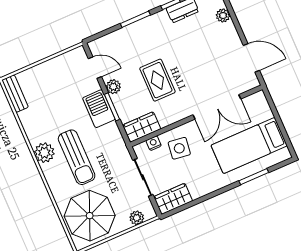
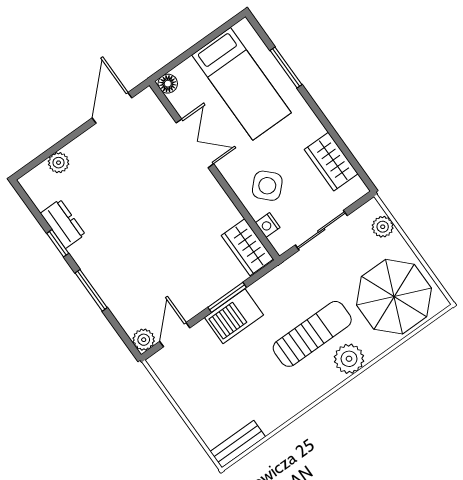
rug: (157, 80) -> (174, 239), removed
plant: (113, 87) -> (144, 340), moved
floor lamp: (259, 97) -> (168, 84), added
double door: (217, 107) -> (195, 143), width x0.73
side table: (179, 148) -> (267, 186), turned 37
plant: (44, 153) -> (349, 359), moved
wardrobe: (173, 199) -> (331, 162), moved

